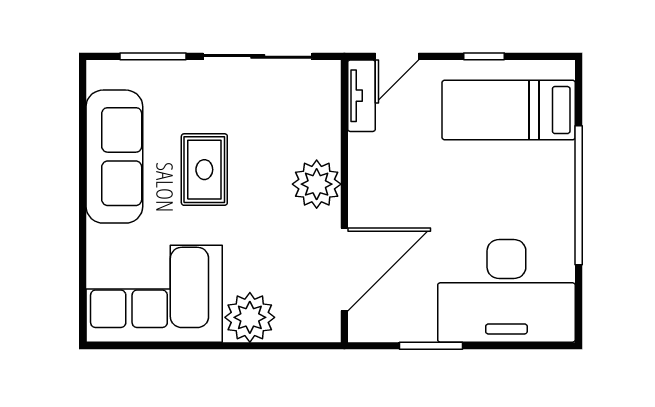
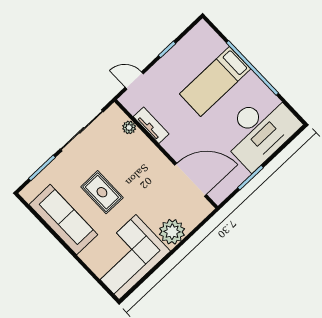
door: (397, 56) -> (134, 81), swing flipped
tv unit: (361, 96) -> (151, 125), moved
bed: (509, 110) -> (215, 81), moved
plant: (317, 184) -> (129, 127), moved, width x0.53, depth x0.53
door: (344, 269) -> (191, 180), hinge flipped

